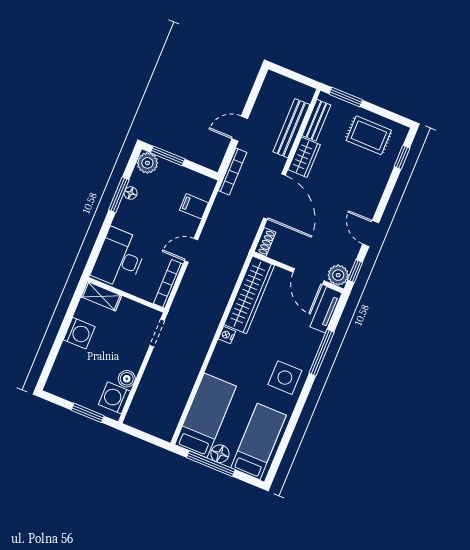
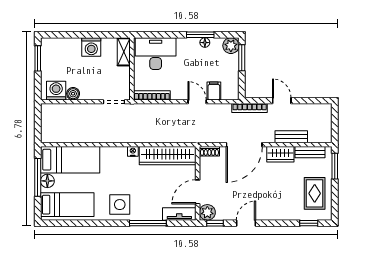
bench: (291, 128) -> (291, 137), width x0.73
door: (191, 250) -> (197, 102), moved
window: (88, 413) -> (38, 58), moved

